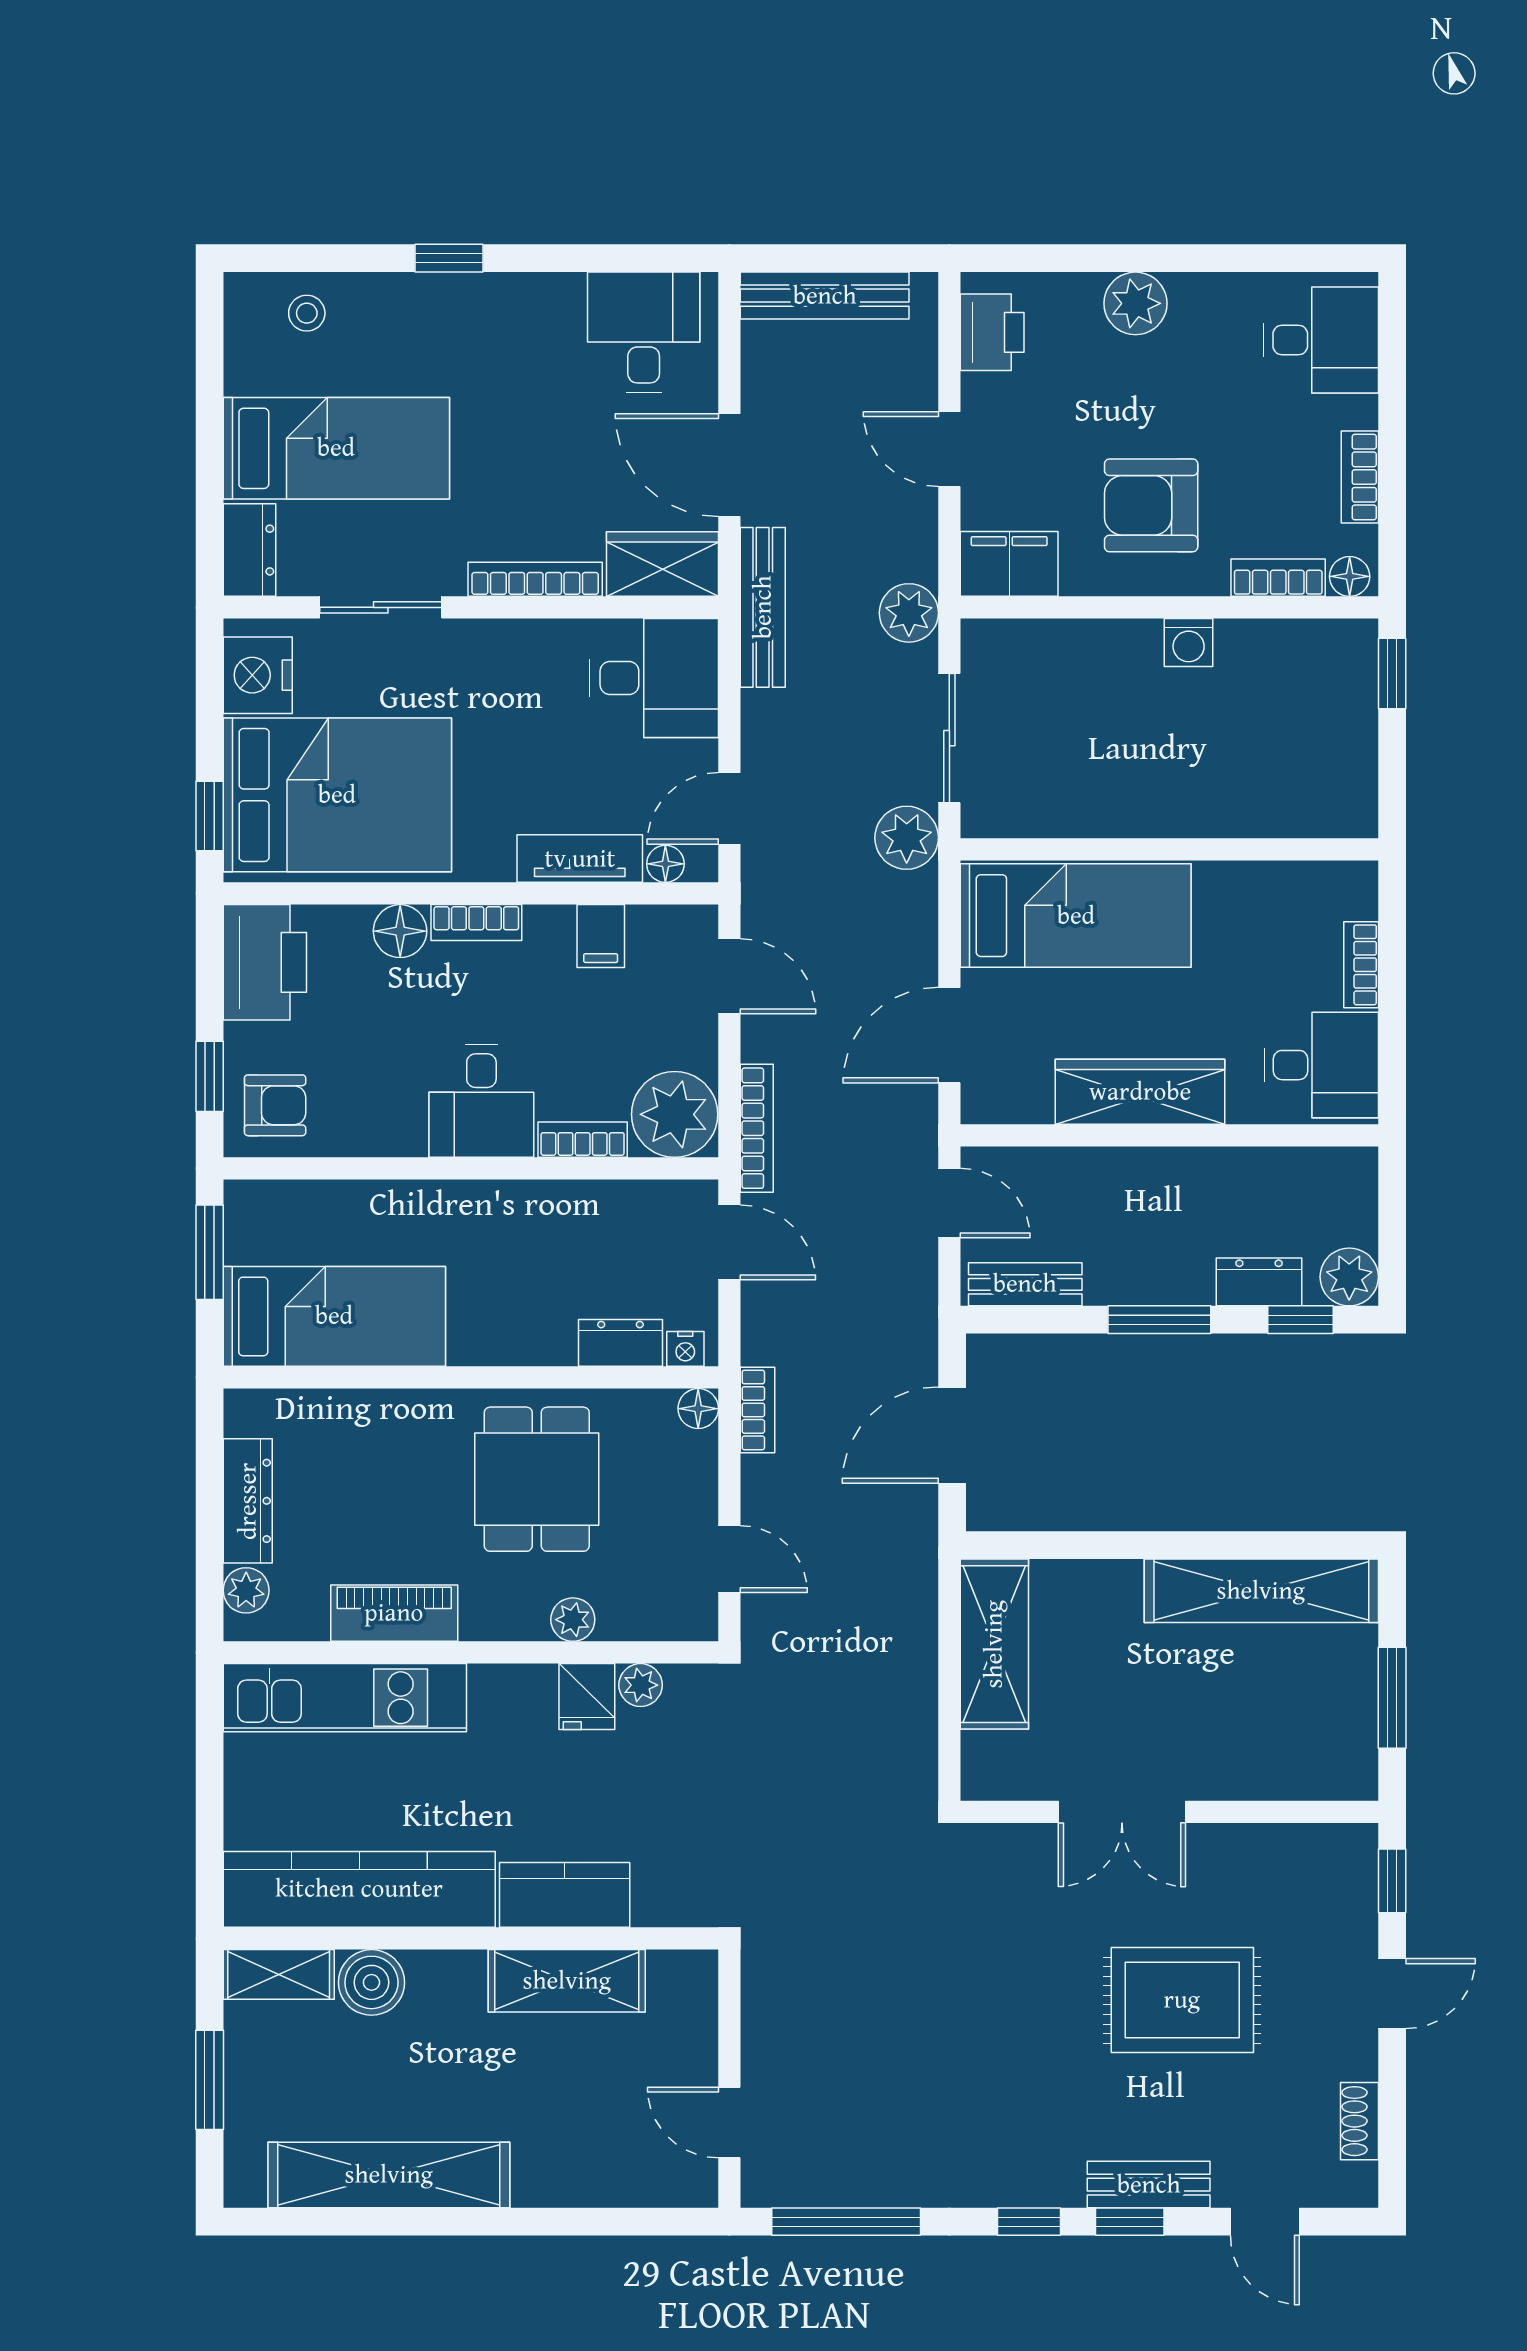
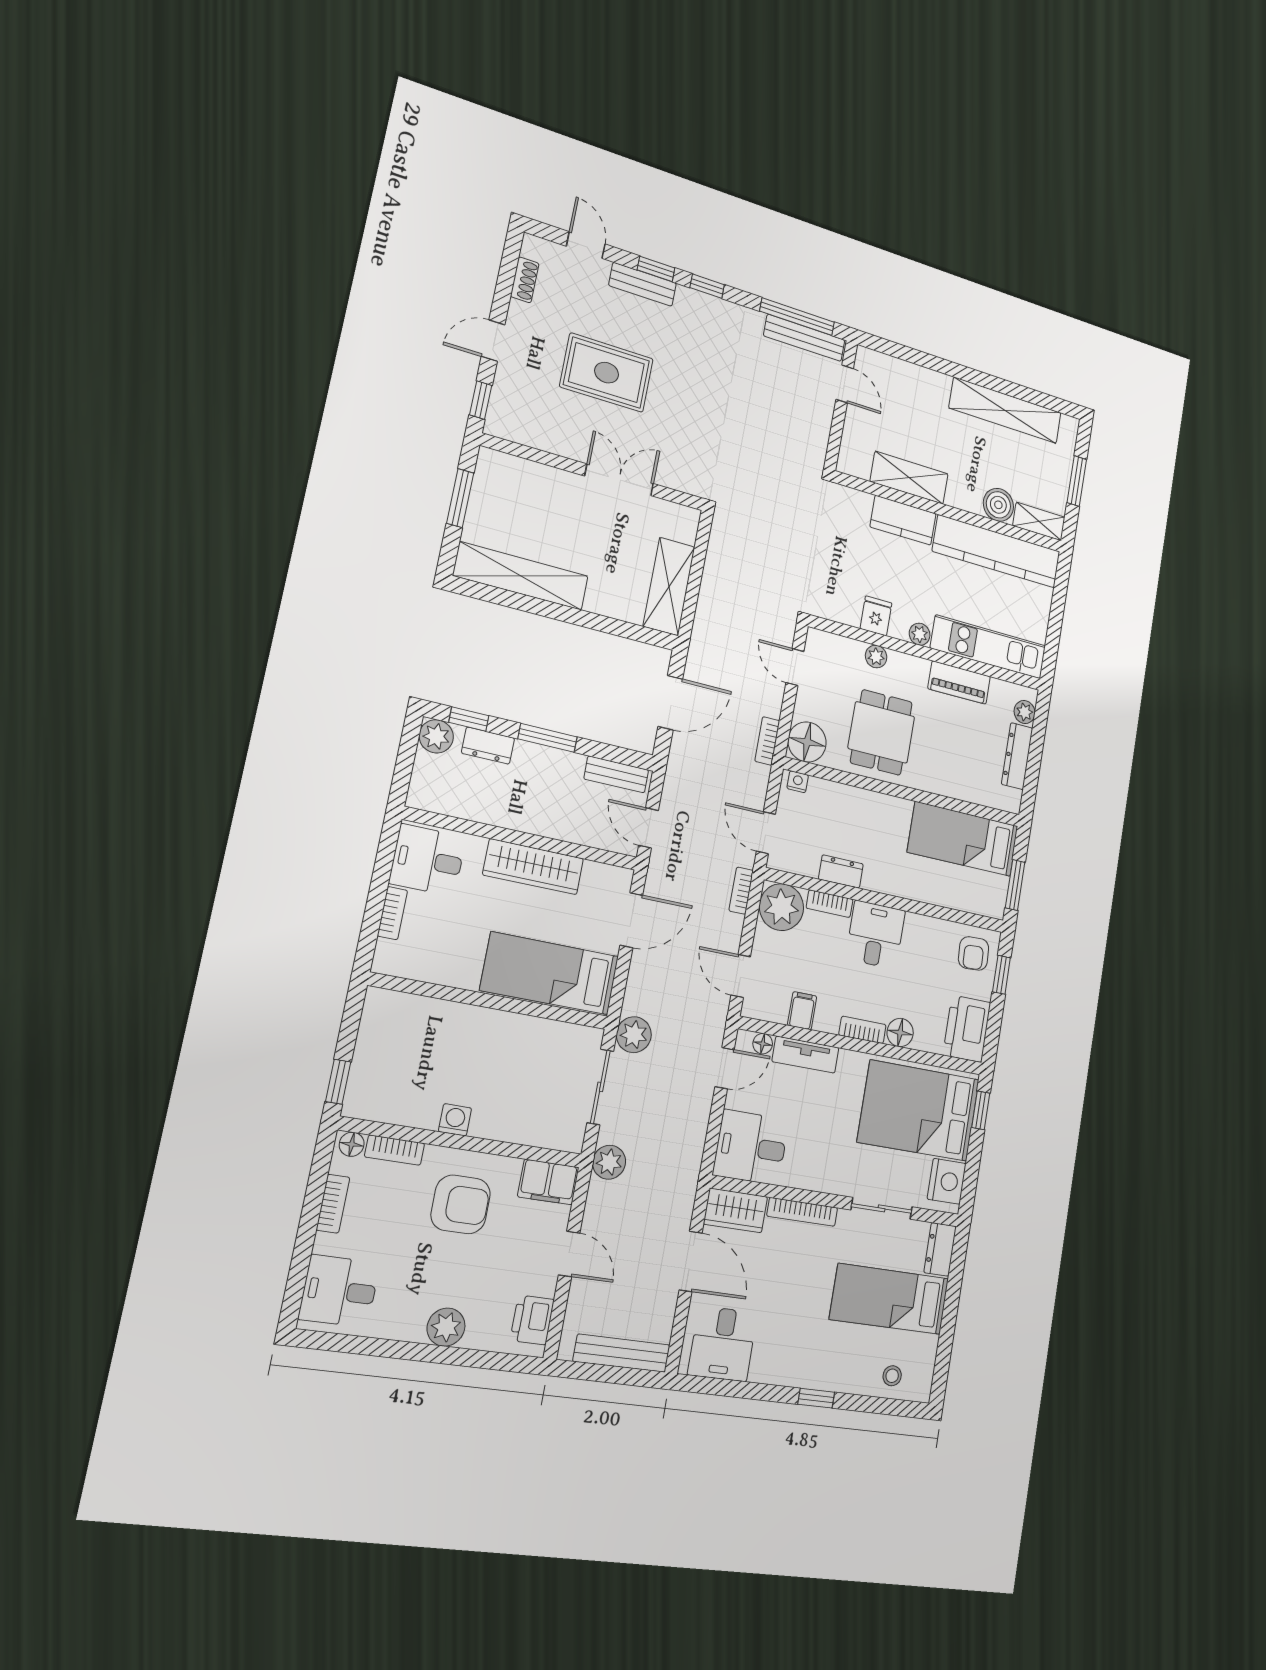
bench: (763, 607) -> (804, 338), moved, turned 90
armchair: (275, 1105) -> (974, 953), turned -93
bookcase: (757, 1128) -> (741, 891), width x0.64
dresser: (620, 1343) -> (841, 871), moved, turned 180
floor lamp: (698, 1409) -> (807, 742), width x1.89, depth x1.89
plant: (641, 1685) -> (920, 634), moved

